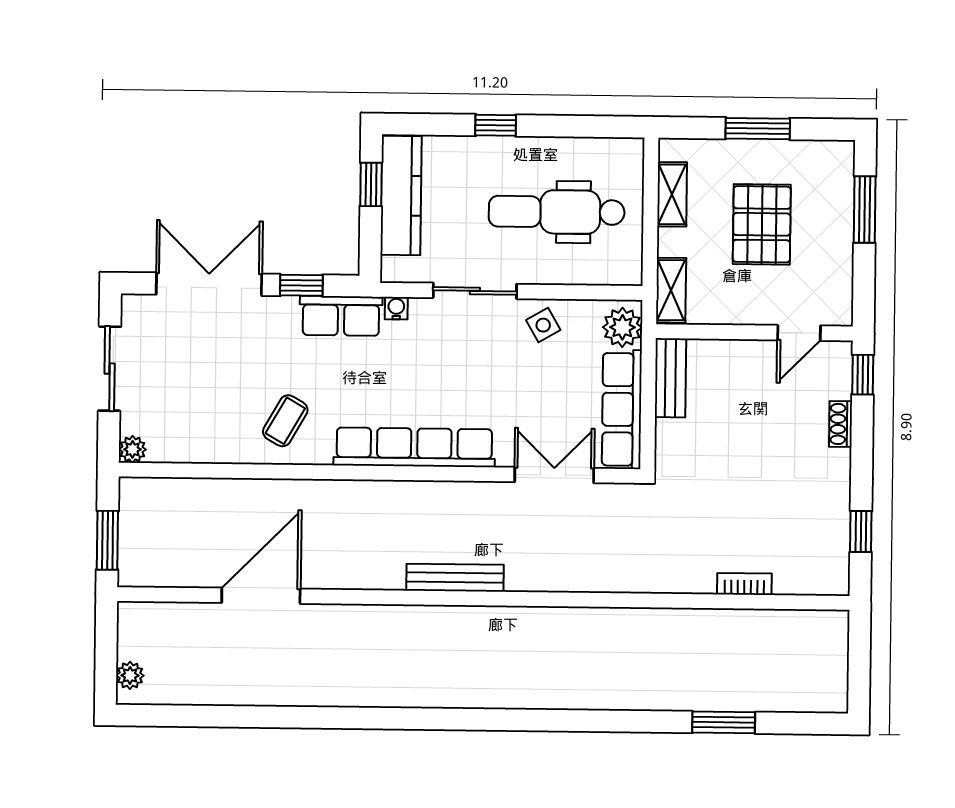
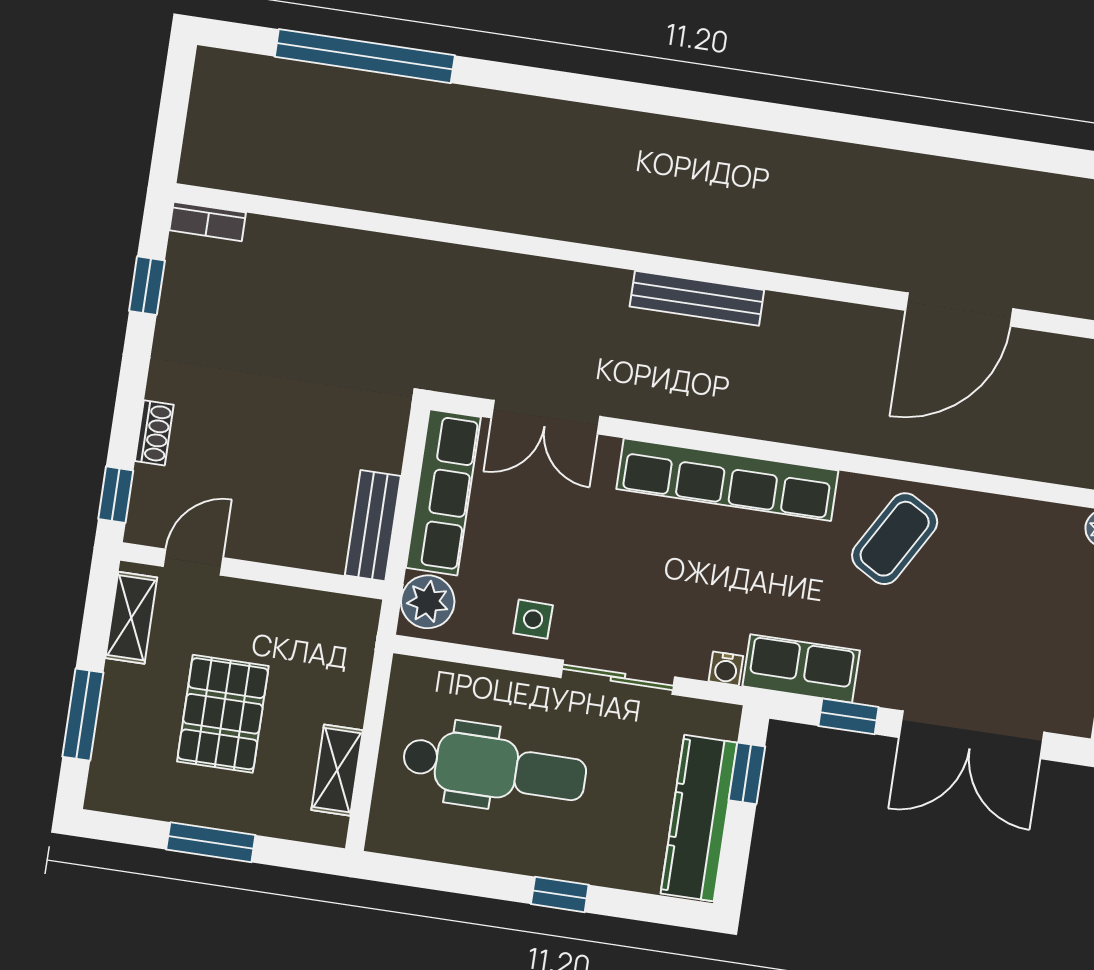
window: (371, 184) -> (747, 773), moved
shelving: (671, 290) -> (131, 618), moved
side table: (543, 325) -> (533, 619), turned 31
coffee table: (285, 421) -> (895, 539), width x1.36, depth x1.30
bookcase: (744, 584) -> (208, 221), moved
window: (724, 722) -> (365, 56), width x2.11

